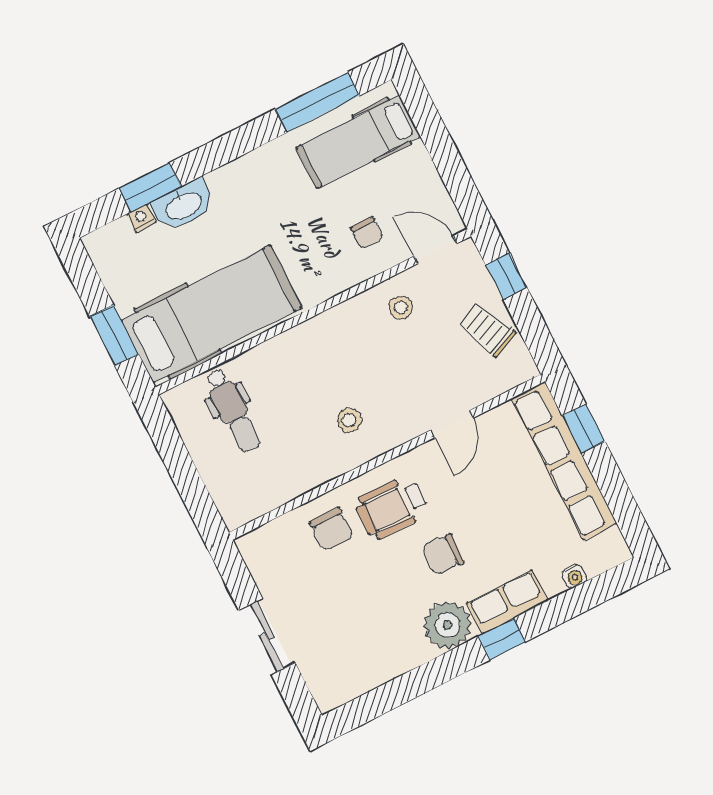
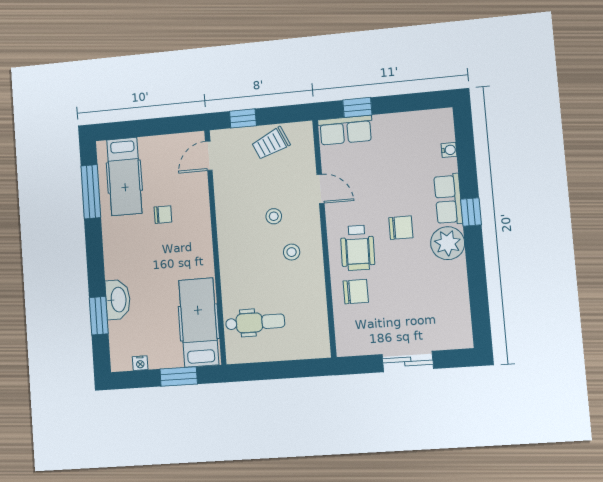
nightstand: (141, 218) -> (140, 363), moved, turned -90
chair: (367, 233) -> (163, 215), moved
stool: (401, 308) -> (274, 216), moved
hospital bed: (212, 314) -> (199, 322), width x0.73, depth x0.78
row of seats: (564, 461) -> (345, 130), width x0.50
chair: (443, 554) -> (401, 228), turned -93

